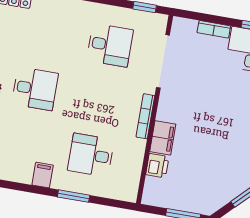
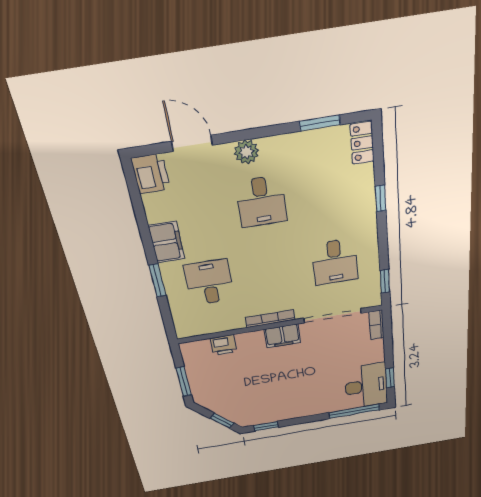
bookcase: (214, 29) -> (376, 325), moved
filing cabinet: (163, 138) -> (282, 336), moved
filing cabinet: (43, 175) -> (167, 242), width x2.00

